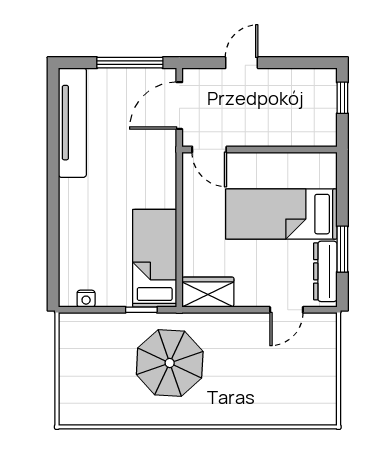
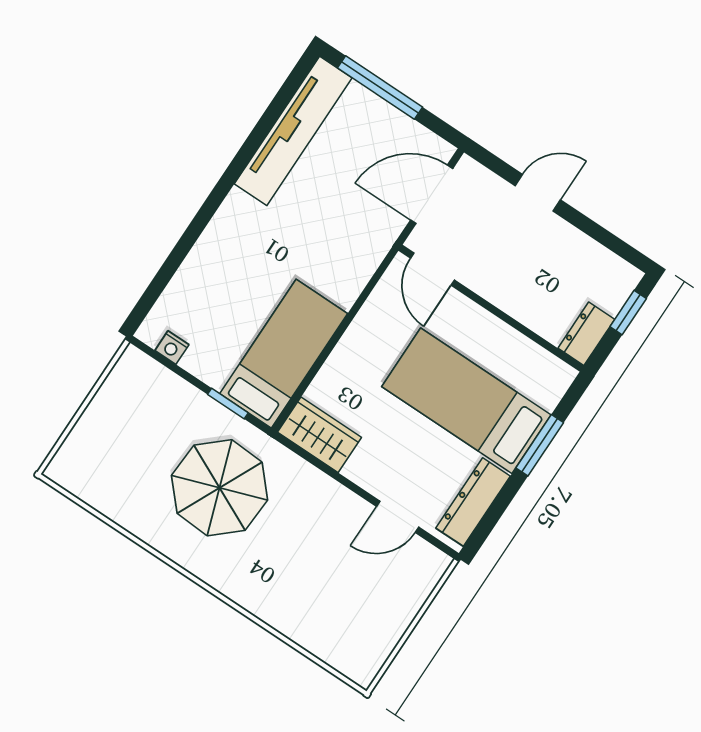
window: (130, 63) -> (380, 88), moved
dresser: (326, 127) -> (586, 334), added
window: (342, 249) -> (540, 445), moved

